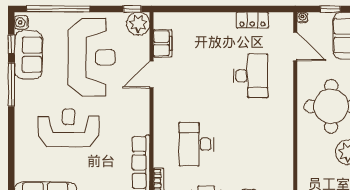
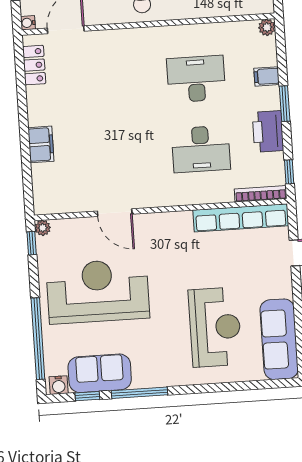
locker: (252, 20) -> (34, 65), moved
plant: (138, 24) -> (43, 228), width x0.53, depth x0.53
filing cabinet: (163, 43) -> (41, 144), moved, turned 90
desk: (251, 76) -> (196, 79), moved
reception desk: (69, 128) -> (215, 327), moved, turned 180

